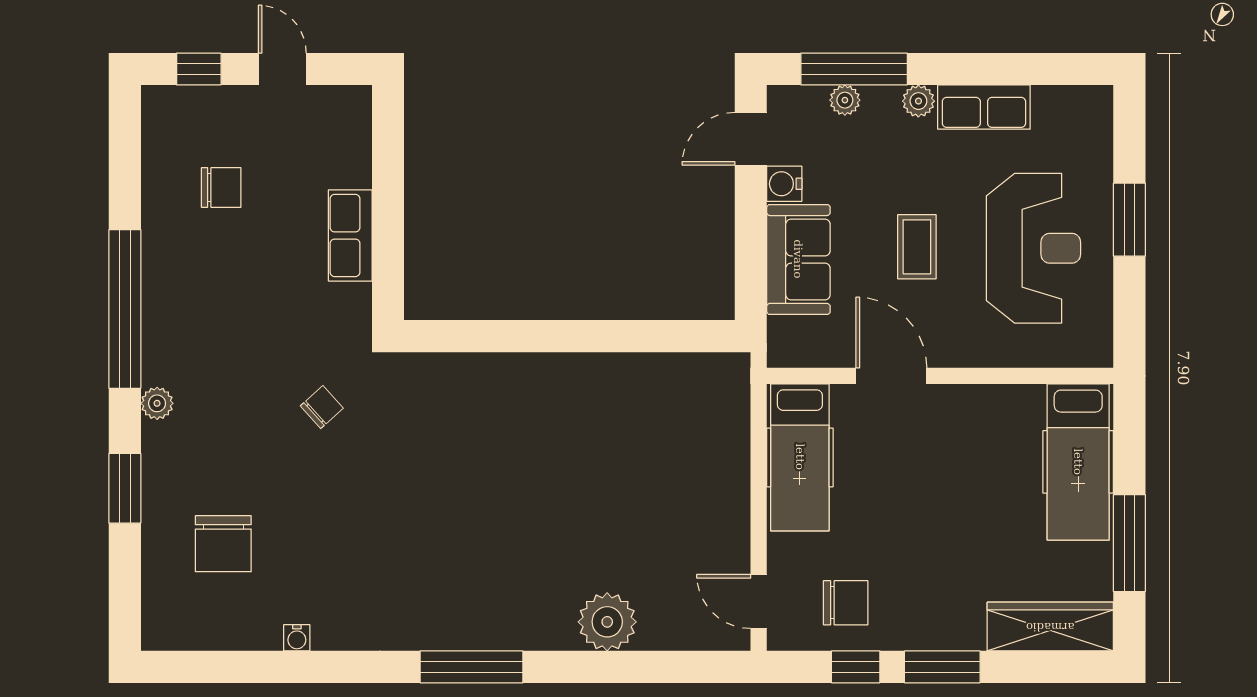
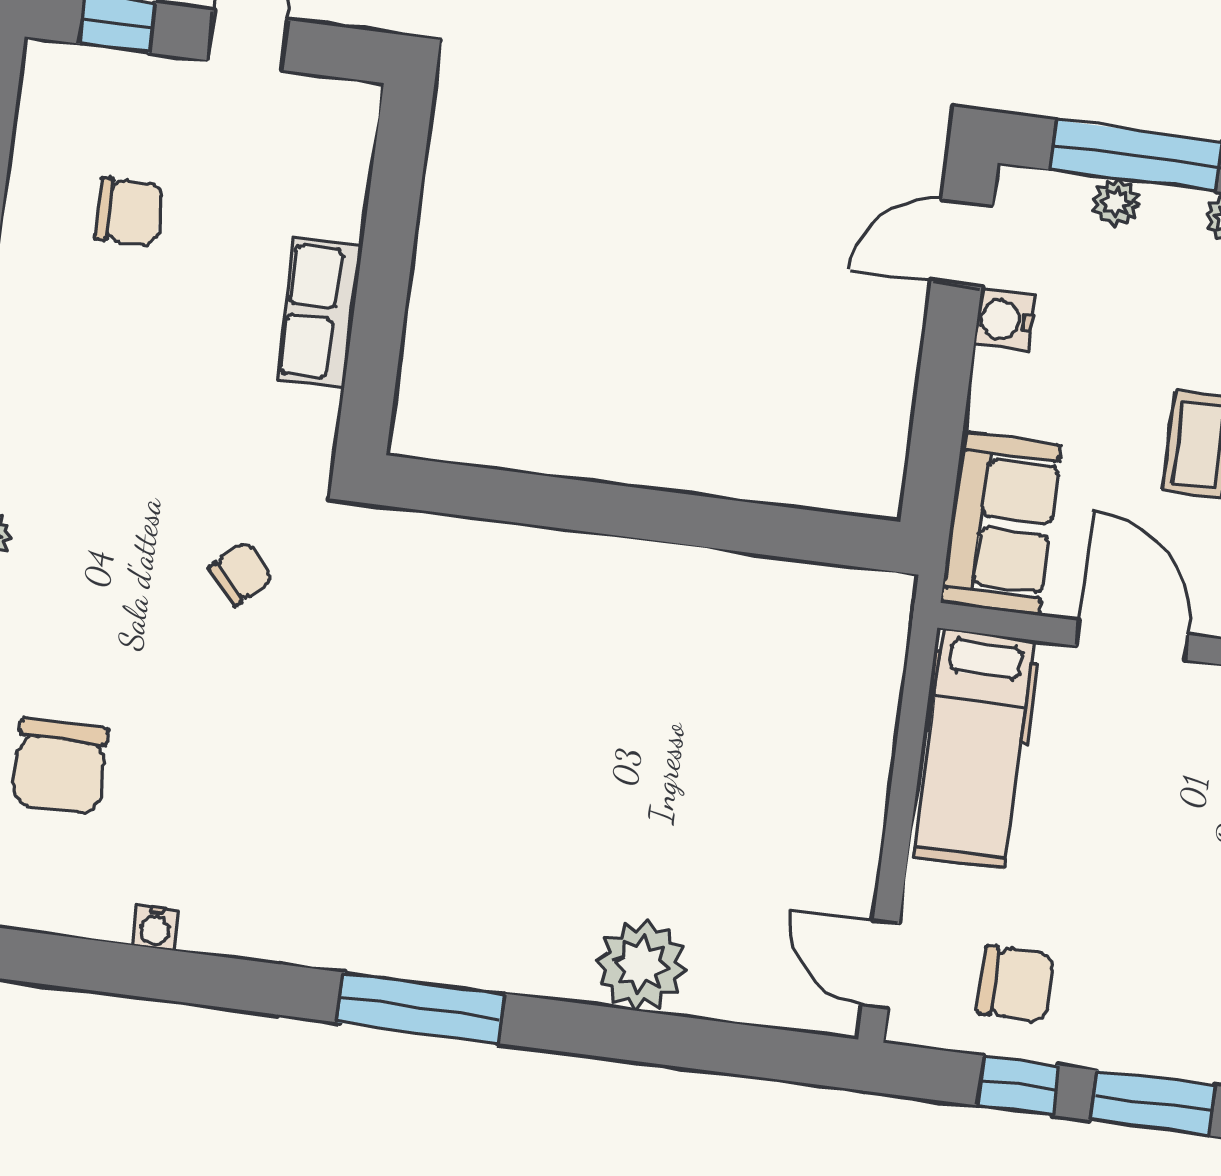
sofa: (798, 259) -> (1001, 524), moved

